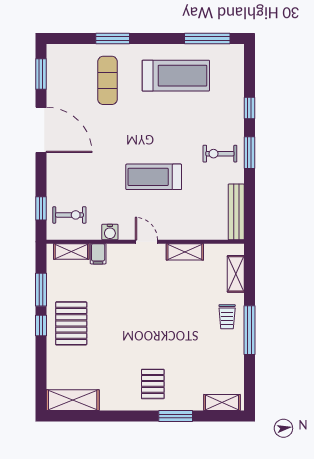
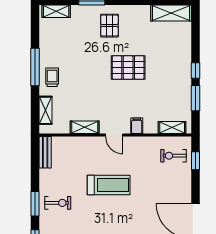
bench: (236, 212) -> (45, 152), width x0.73
water cooler: (110, 232) -> (142, 143), removed
filing cabinet: (98, 254) -> (137, 126), moved
pallet: (71, 323) -> (128, 67), moved, turned 90

